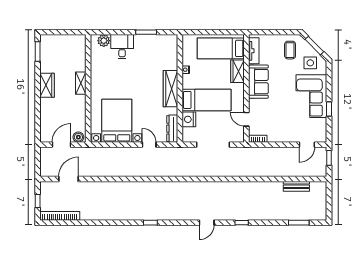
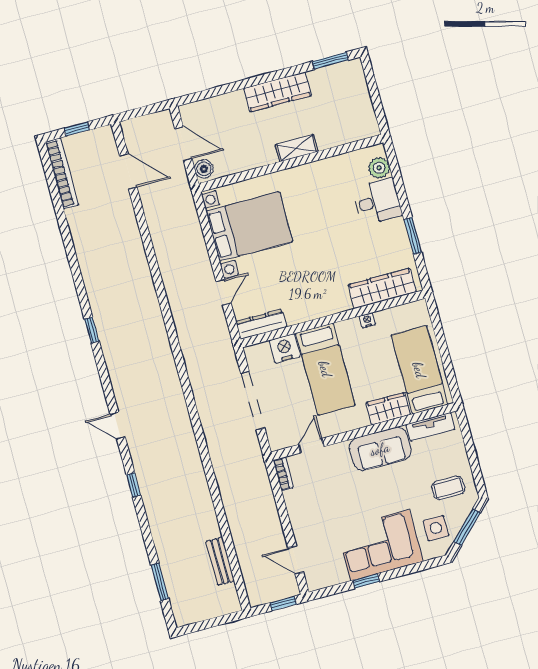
wardrobe: (47, 85) -> (278, 92), width x1.50
wardrobe: (171, 89) -> (382, 288), moved

